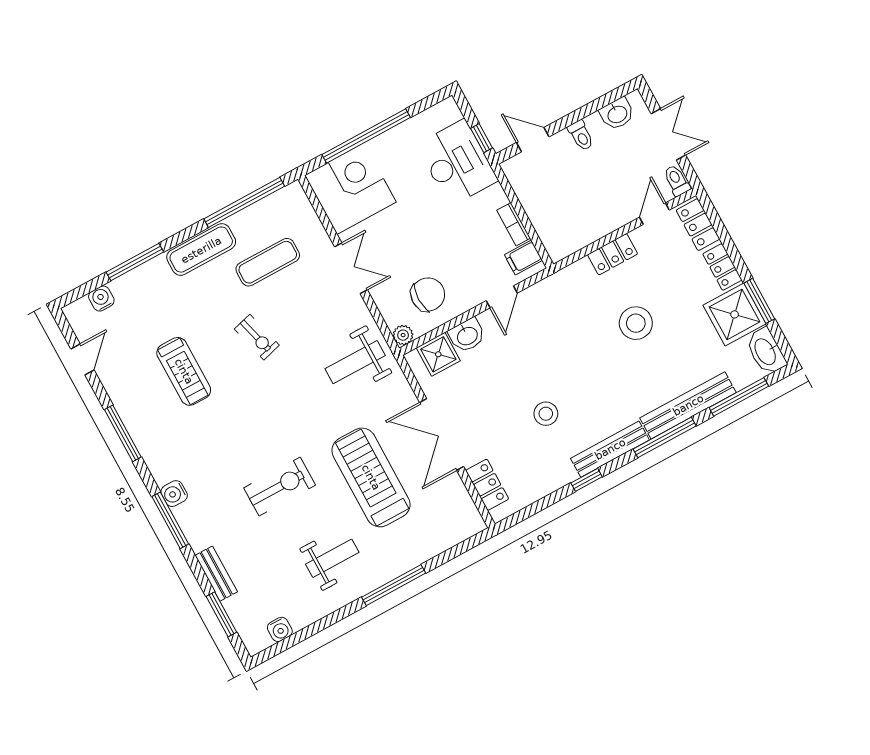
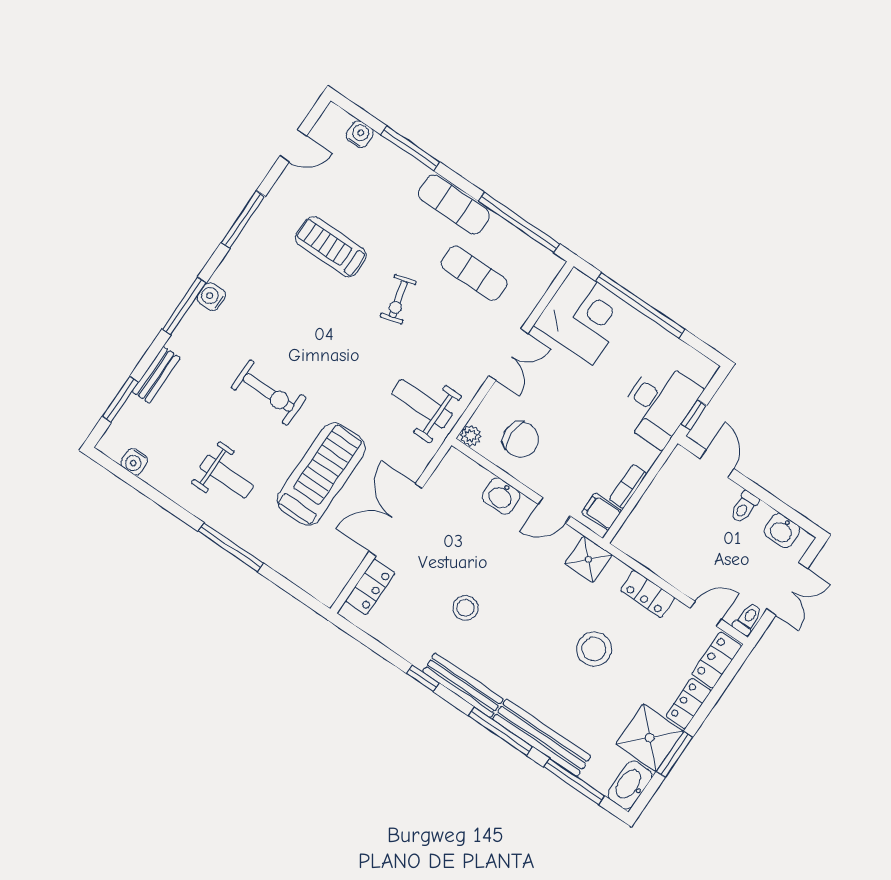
shower: (438, 354) -> (588, 559), moved
treadmill: (184, 371) -> (331, 247), turned 90

